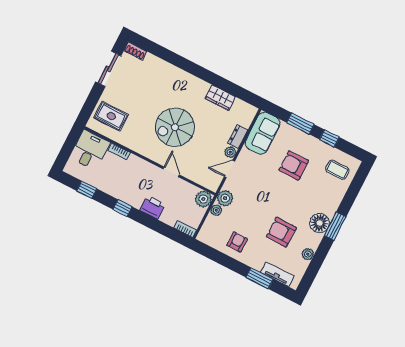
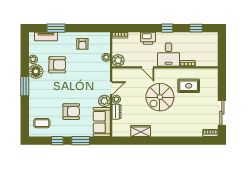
rug: (111, 116) -> (189, 86), moved
spiral stairs: (175, 127) -> (160, 97), turned 180
desk: (90, 150) -> (169, 55), moved
plant: (225, 198) -> (104, 101), moved
floor lamp: (320, 223) -> (36, 71), moved

